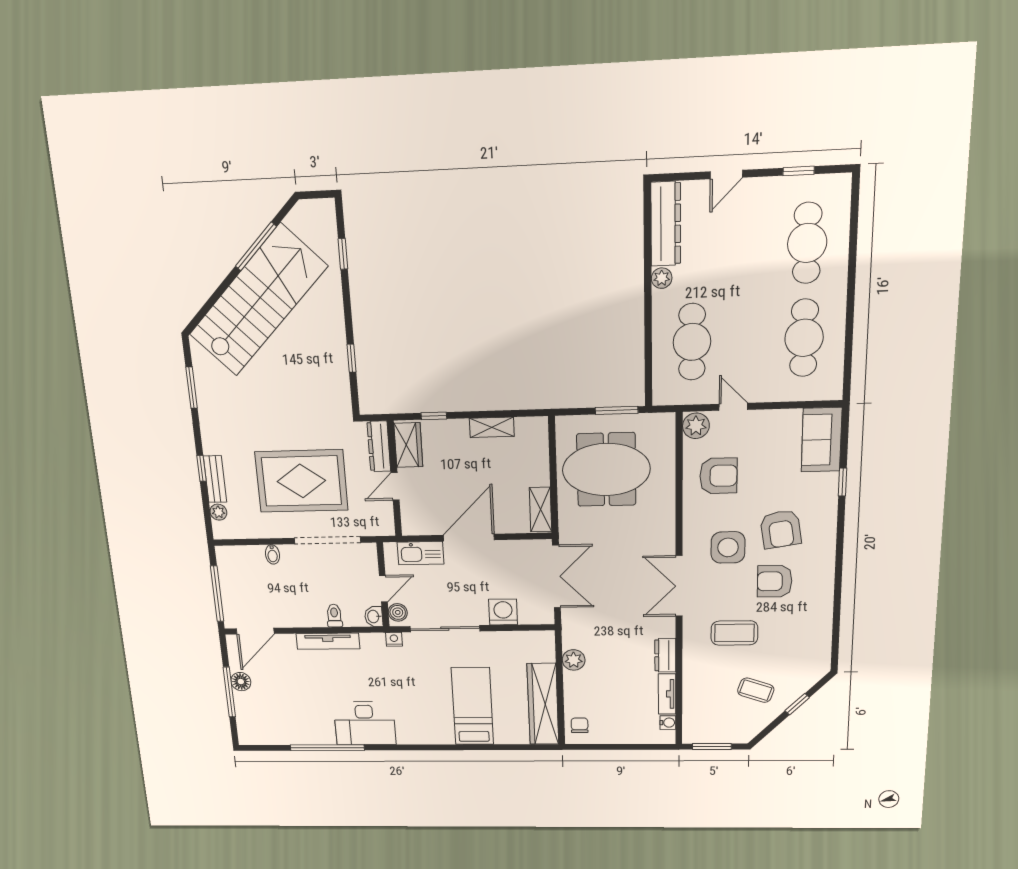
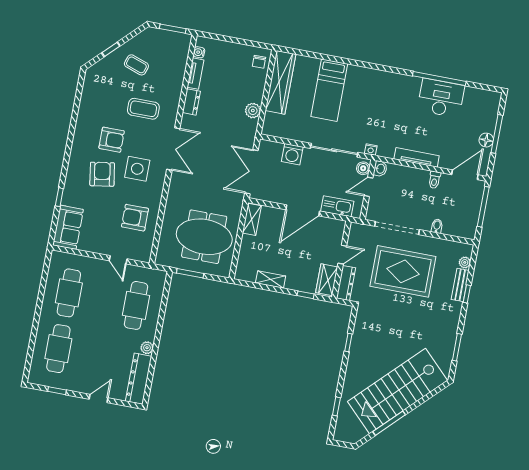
plant: (696, 426) -> (143, 253), removed
toilet: (334, 616) -> (434, 180), moved
desk: (365, 723) -> (441, 98), moved

